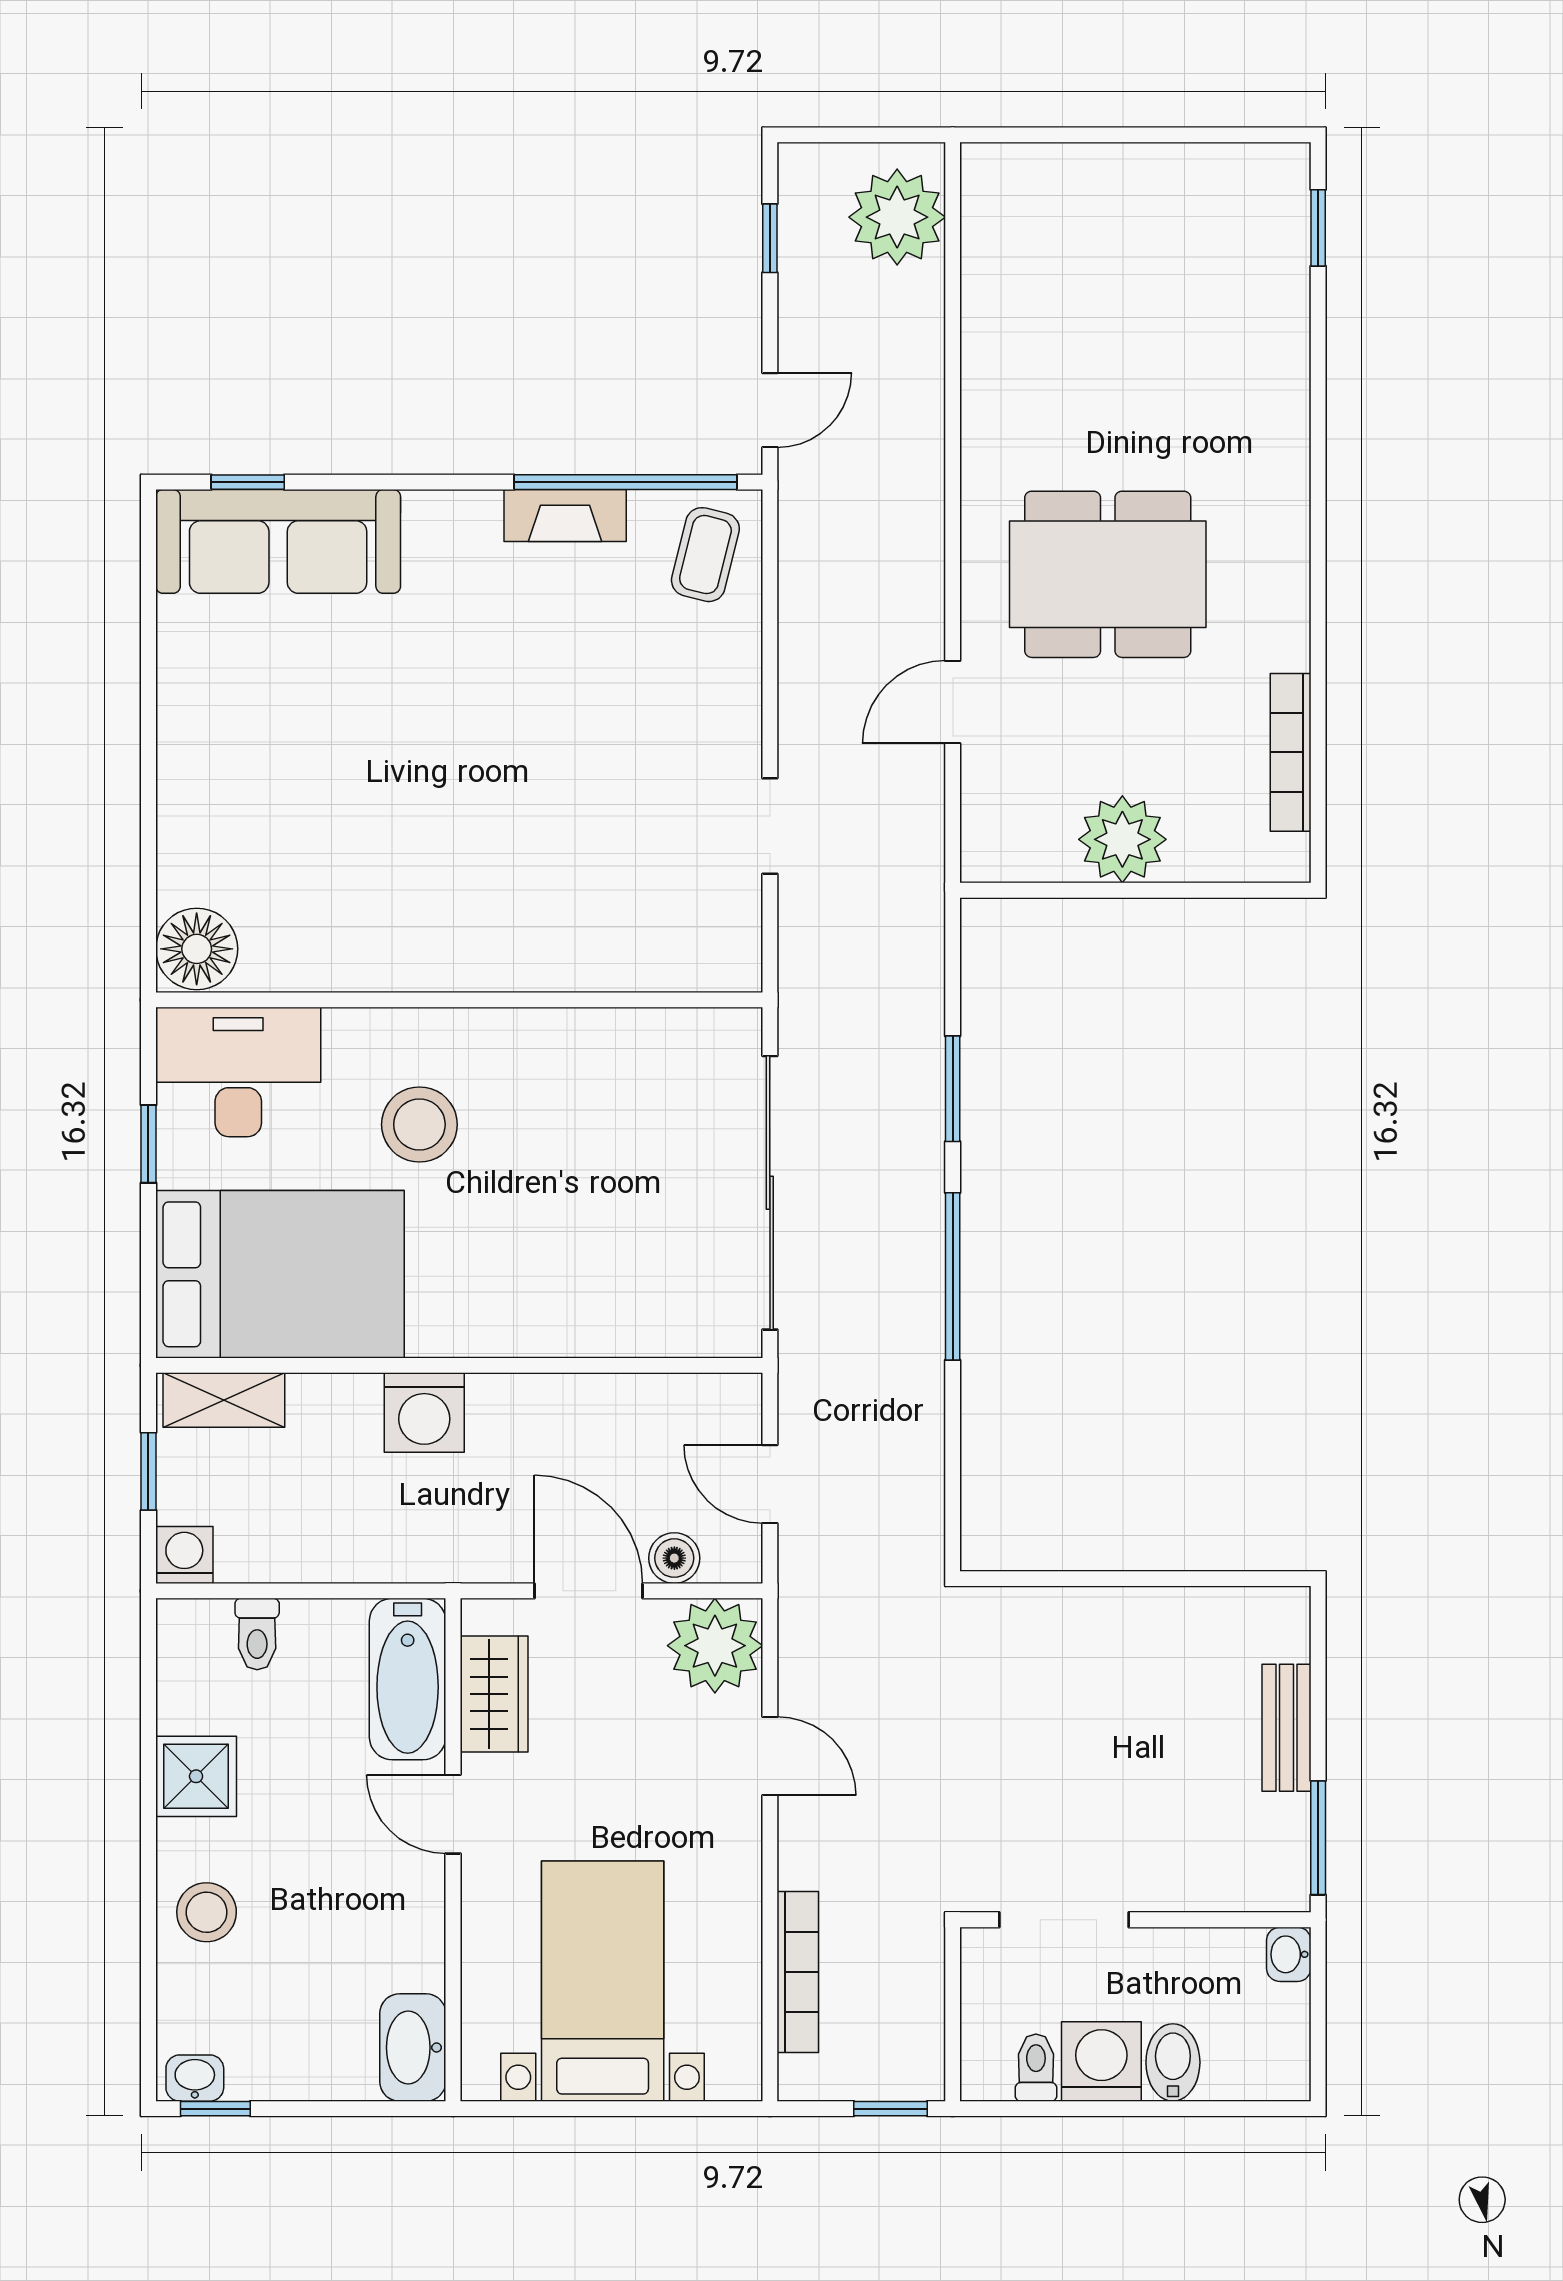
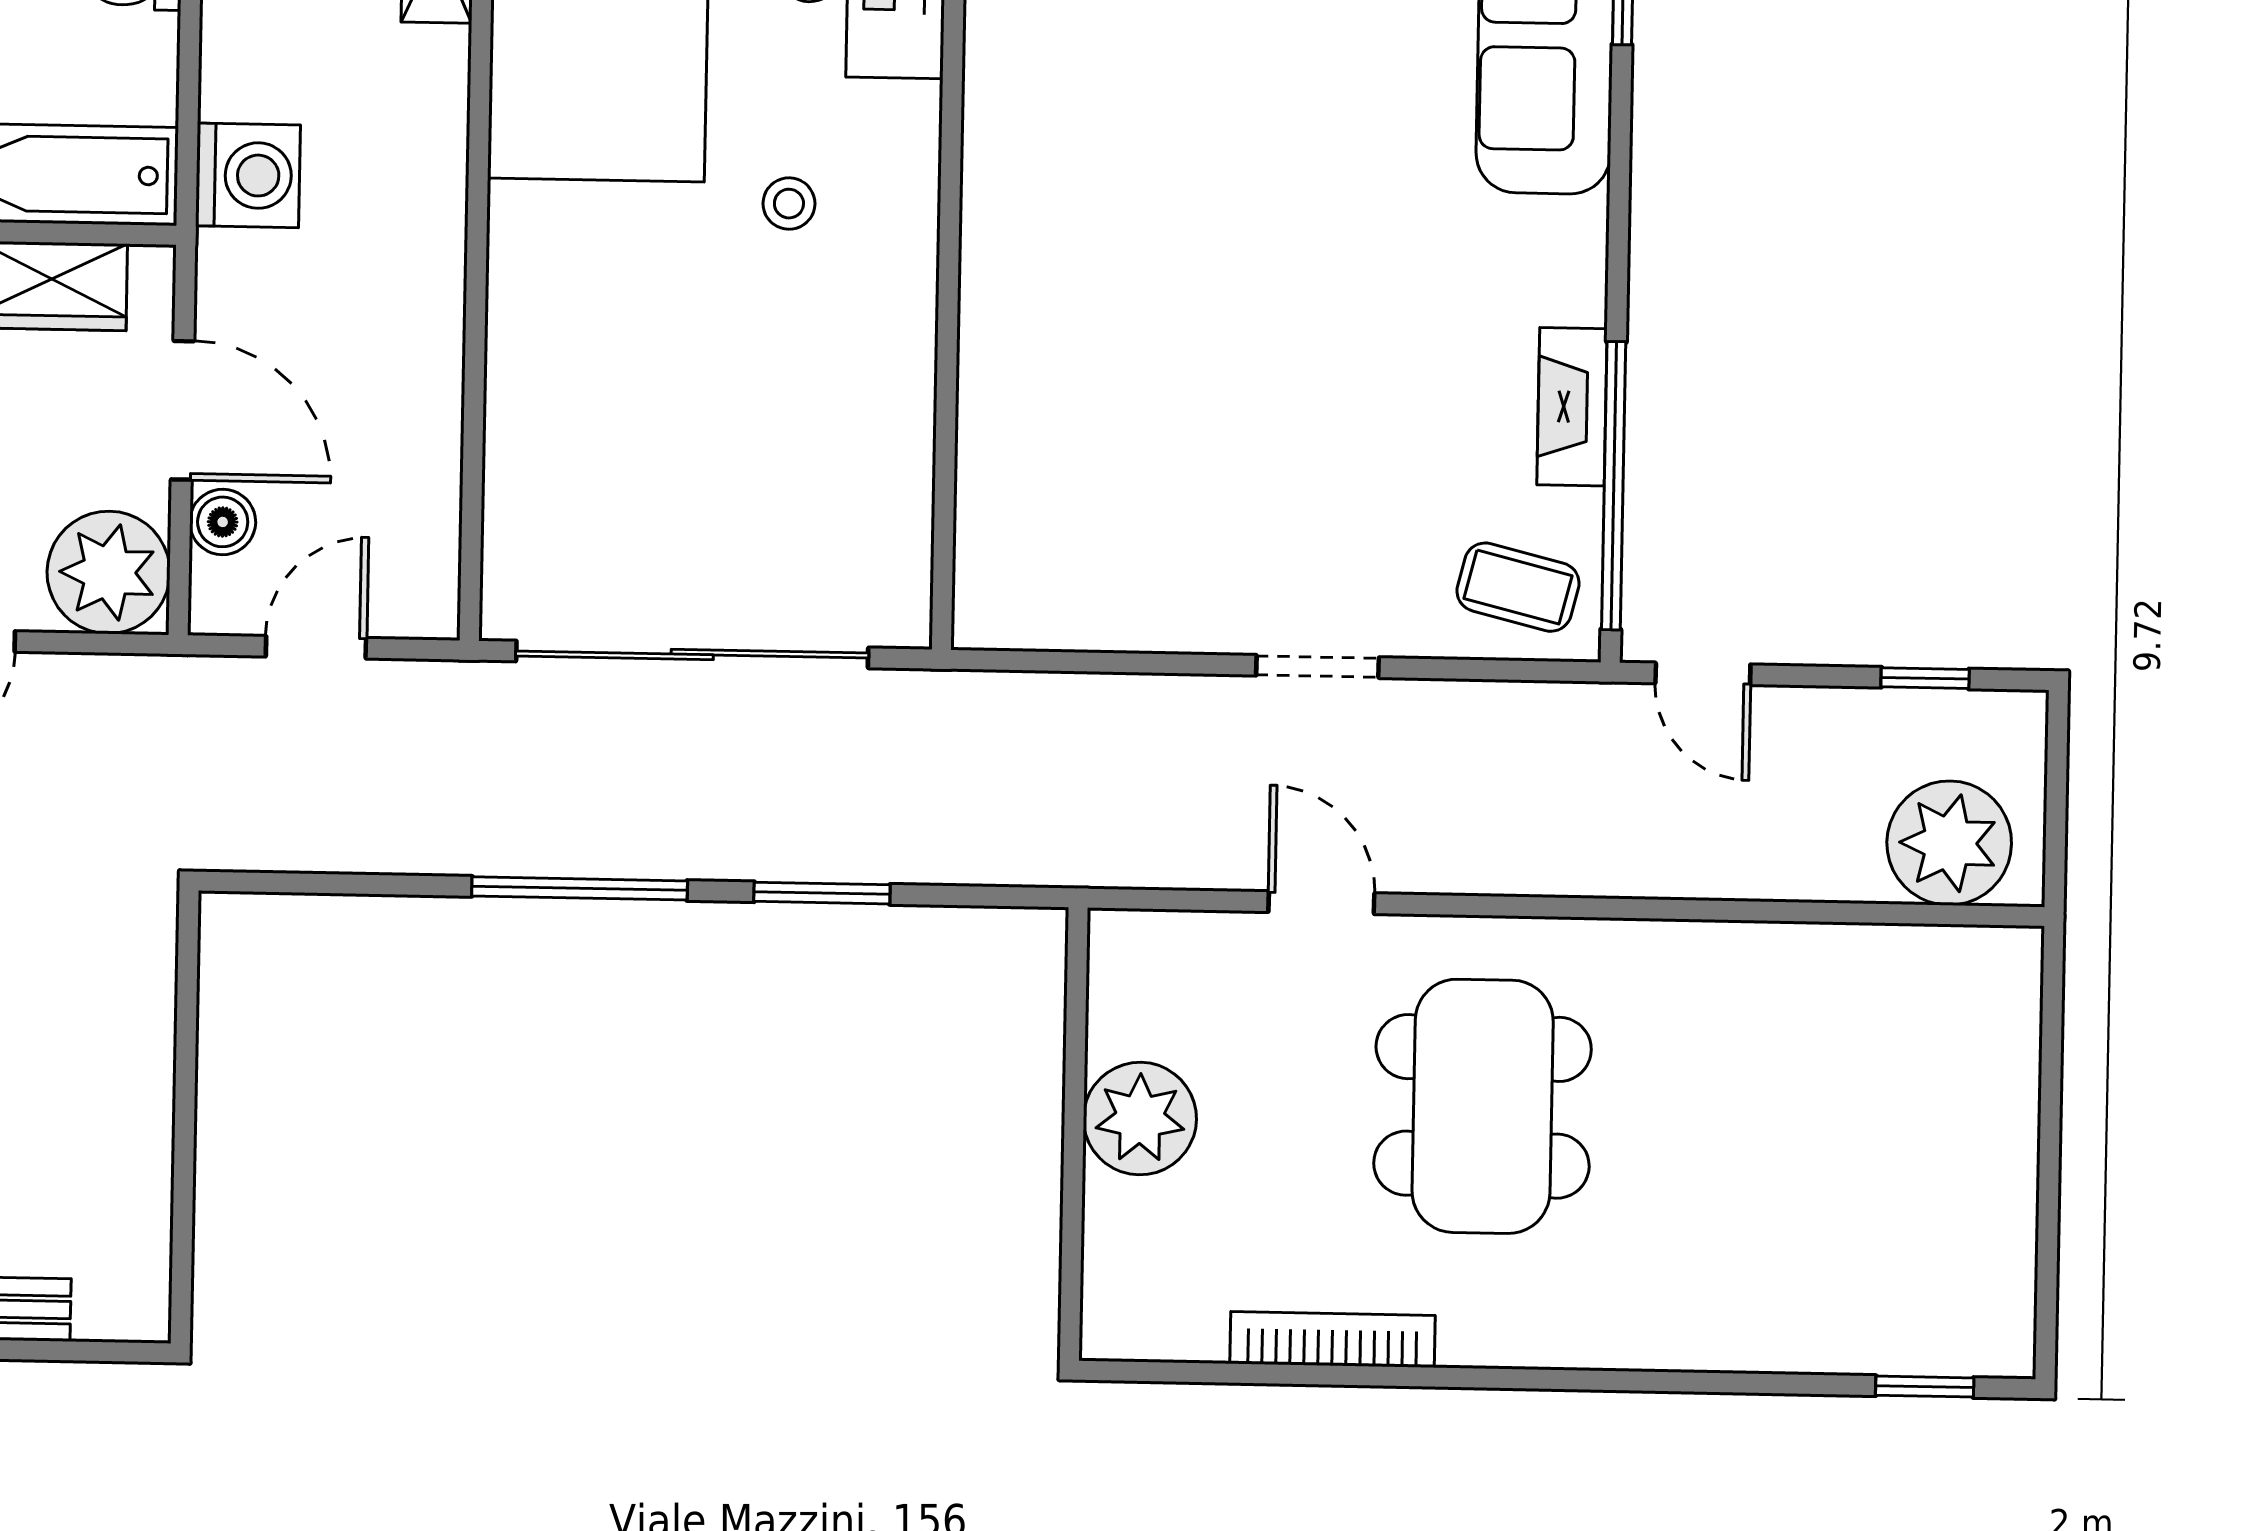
bookcase: (1291, 752) -> (1332, 1340), moved
doorway: (770, 826) -> (1317, 666), moved
stool: (419, 1125) -> (789, 204), width x0.53, depth x0.53
washing machine: (424, 1413) -> (248, 175), moved, turned 180
door: (588, 1591) -> (182, 410), hinge flipped

